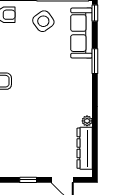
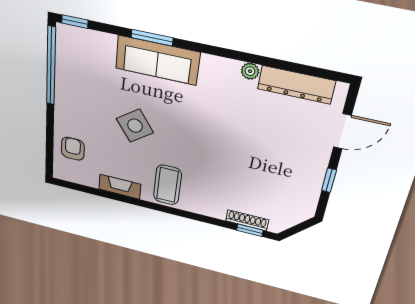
side table: (43, 21) -> (135, 126), moved
sofa: (82, 33) -> (157, 60), moved

